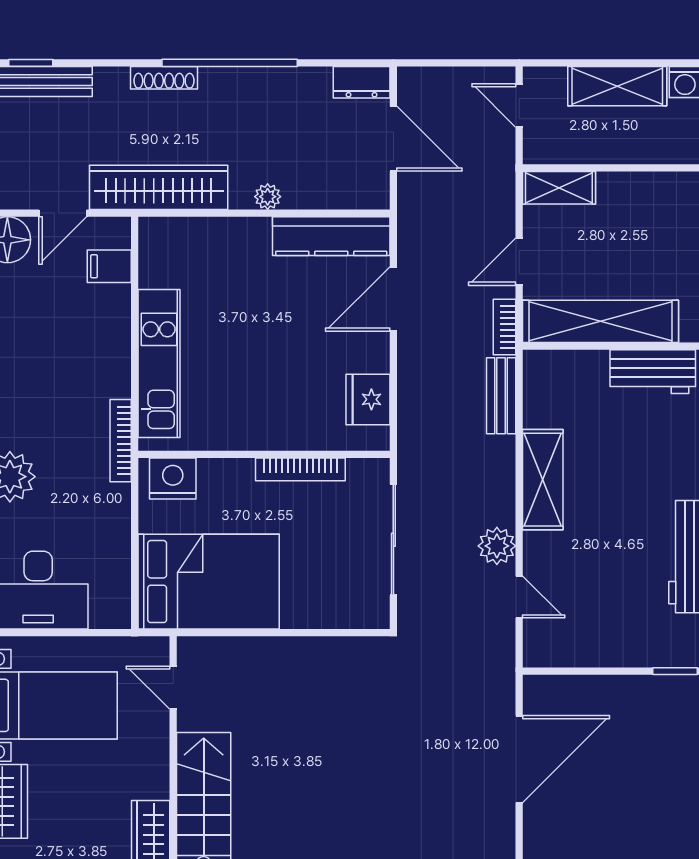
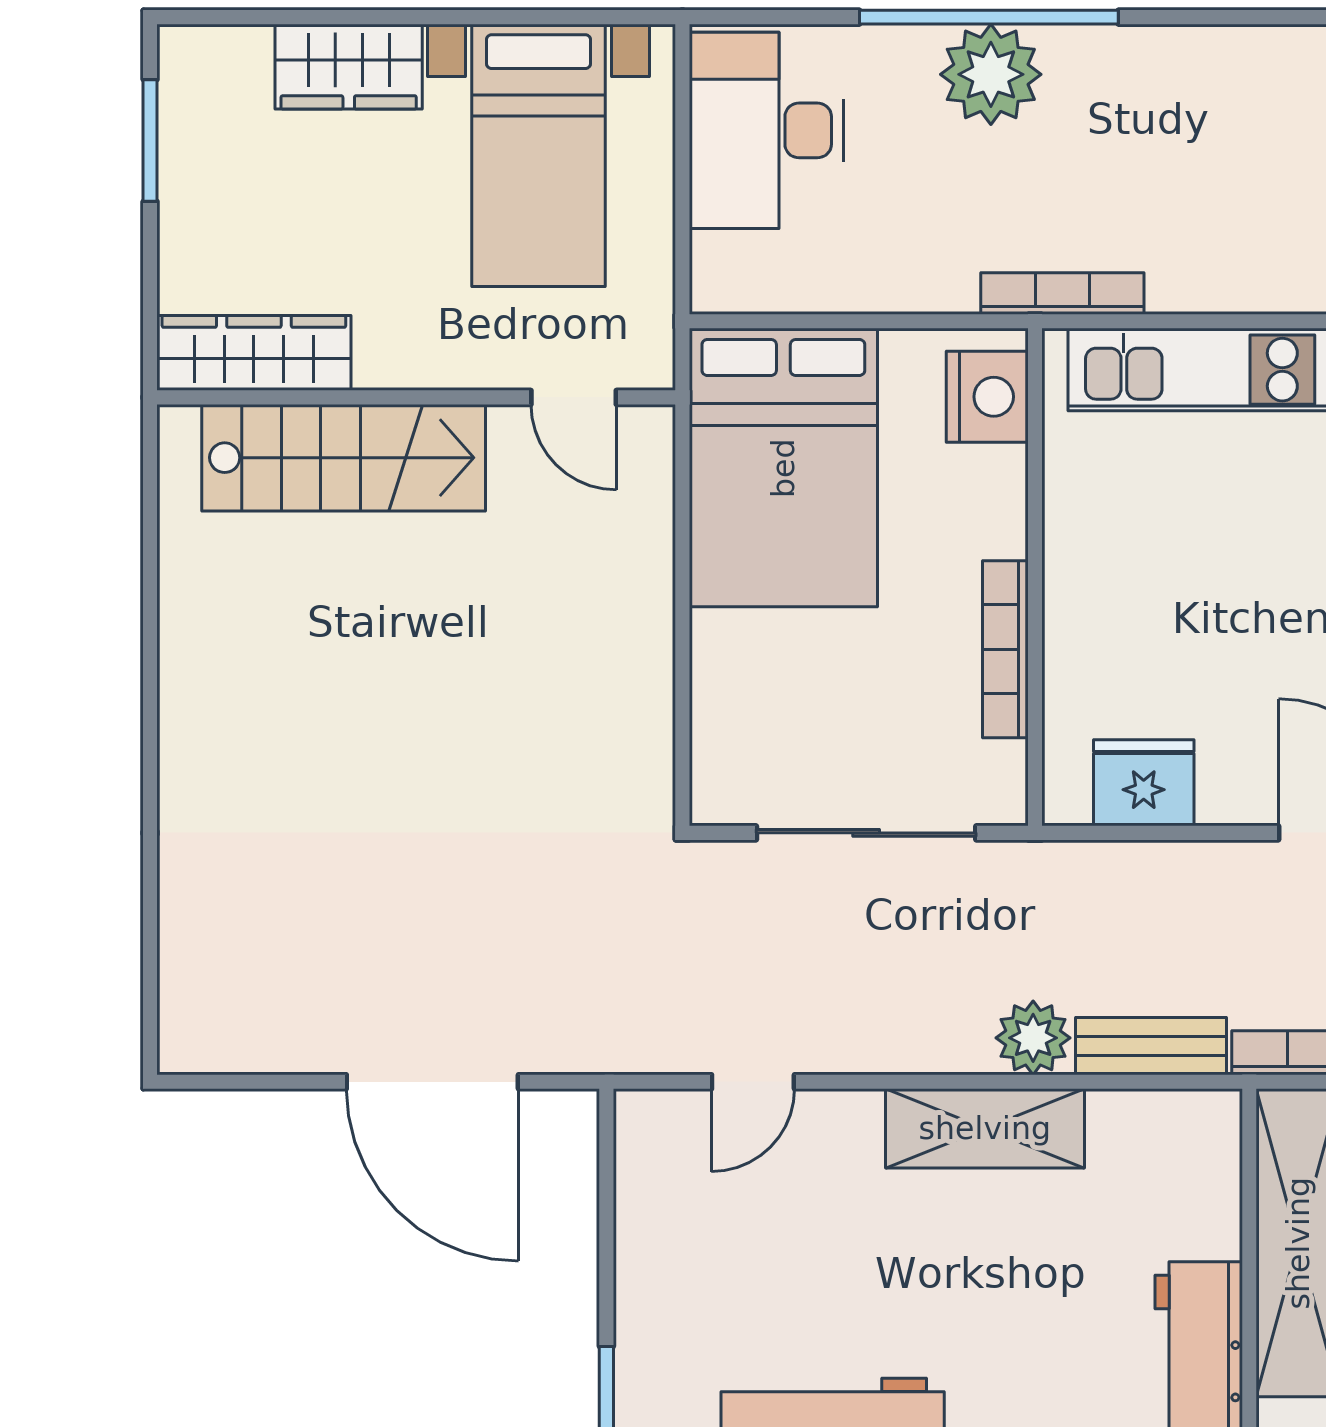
plant: (497, 546) -> (1033, 1038), moved
door: (173, 688) -> (574, 397), swing flipped

